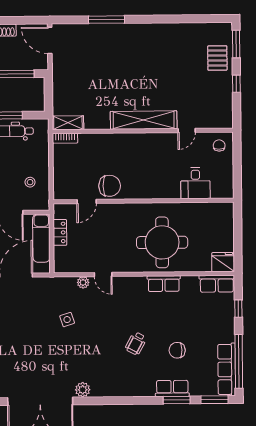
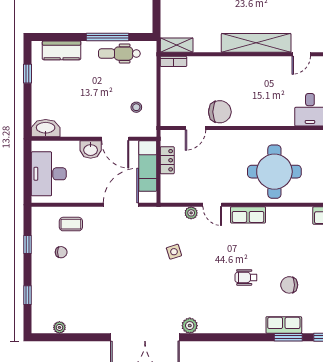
row of seats: (164, 284) -> (248, 215), moved
wheelchair: (136, 343) -> (246, 277), turned 62

